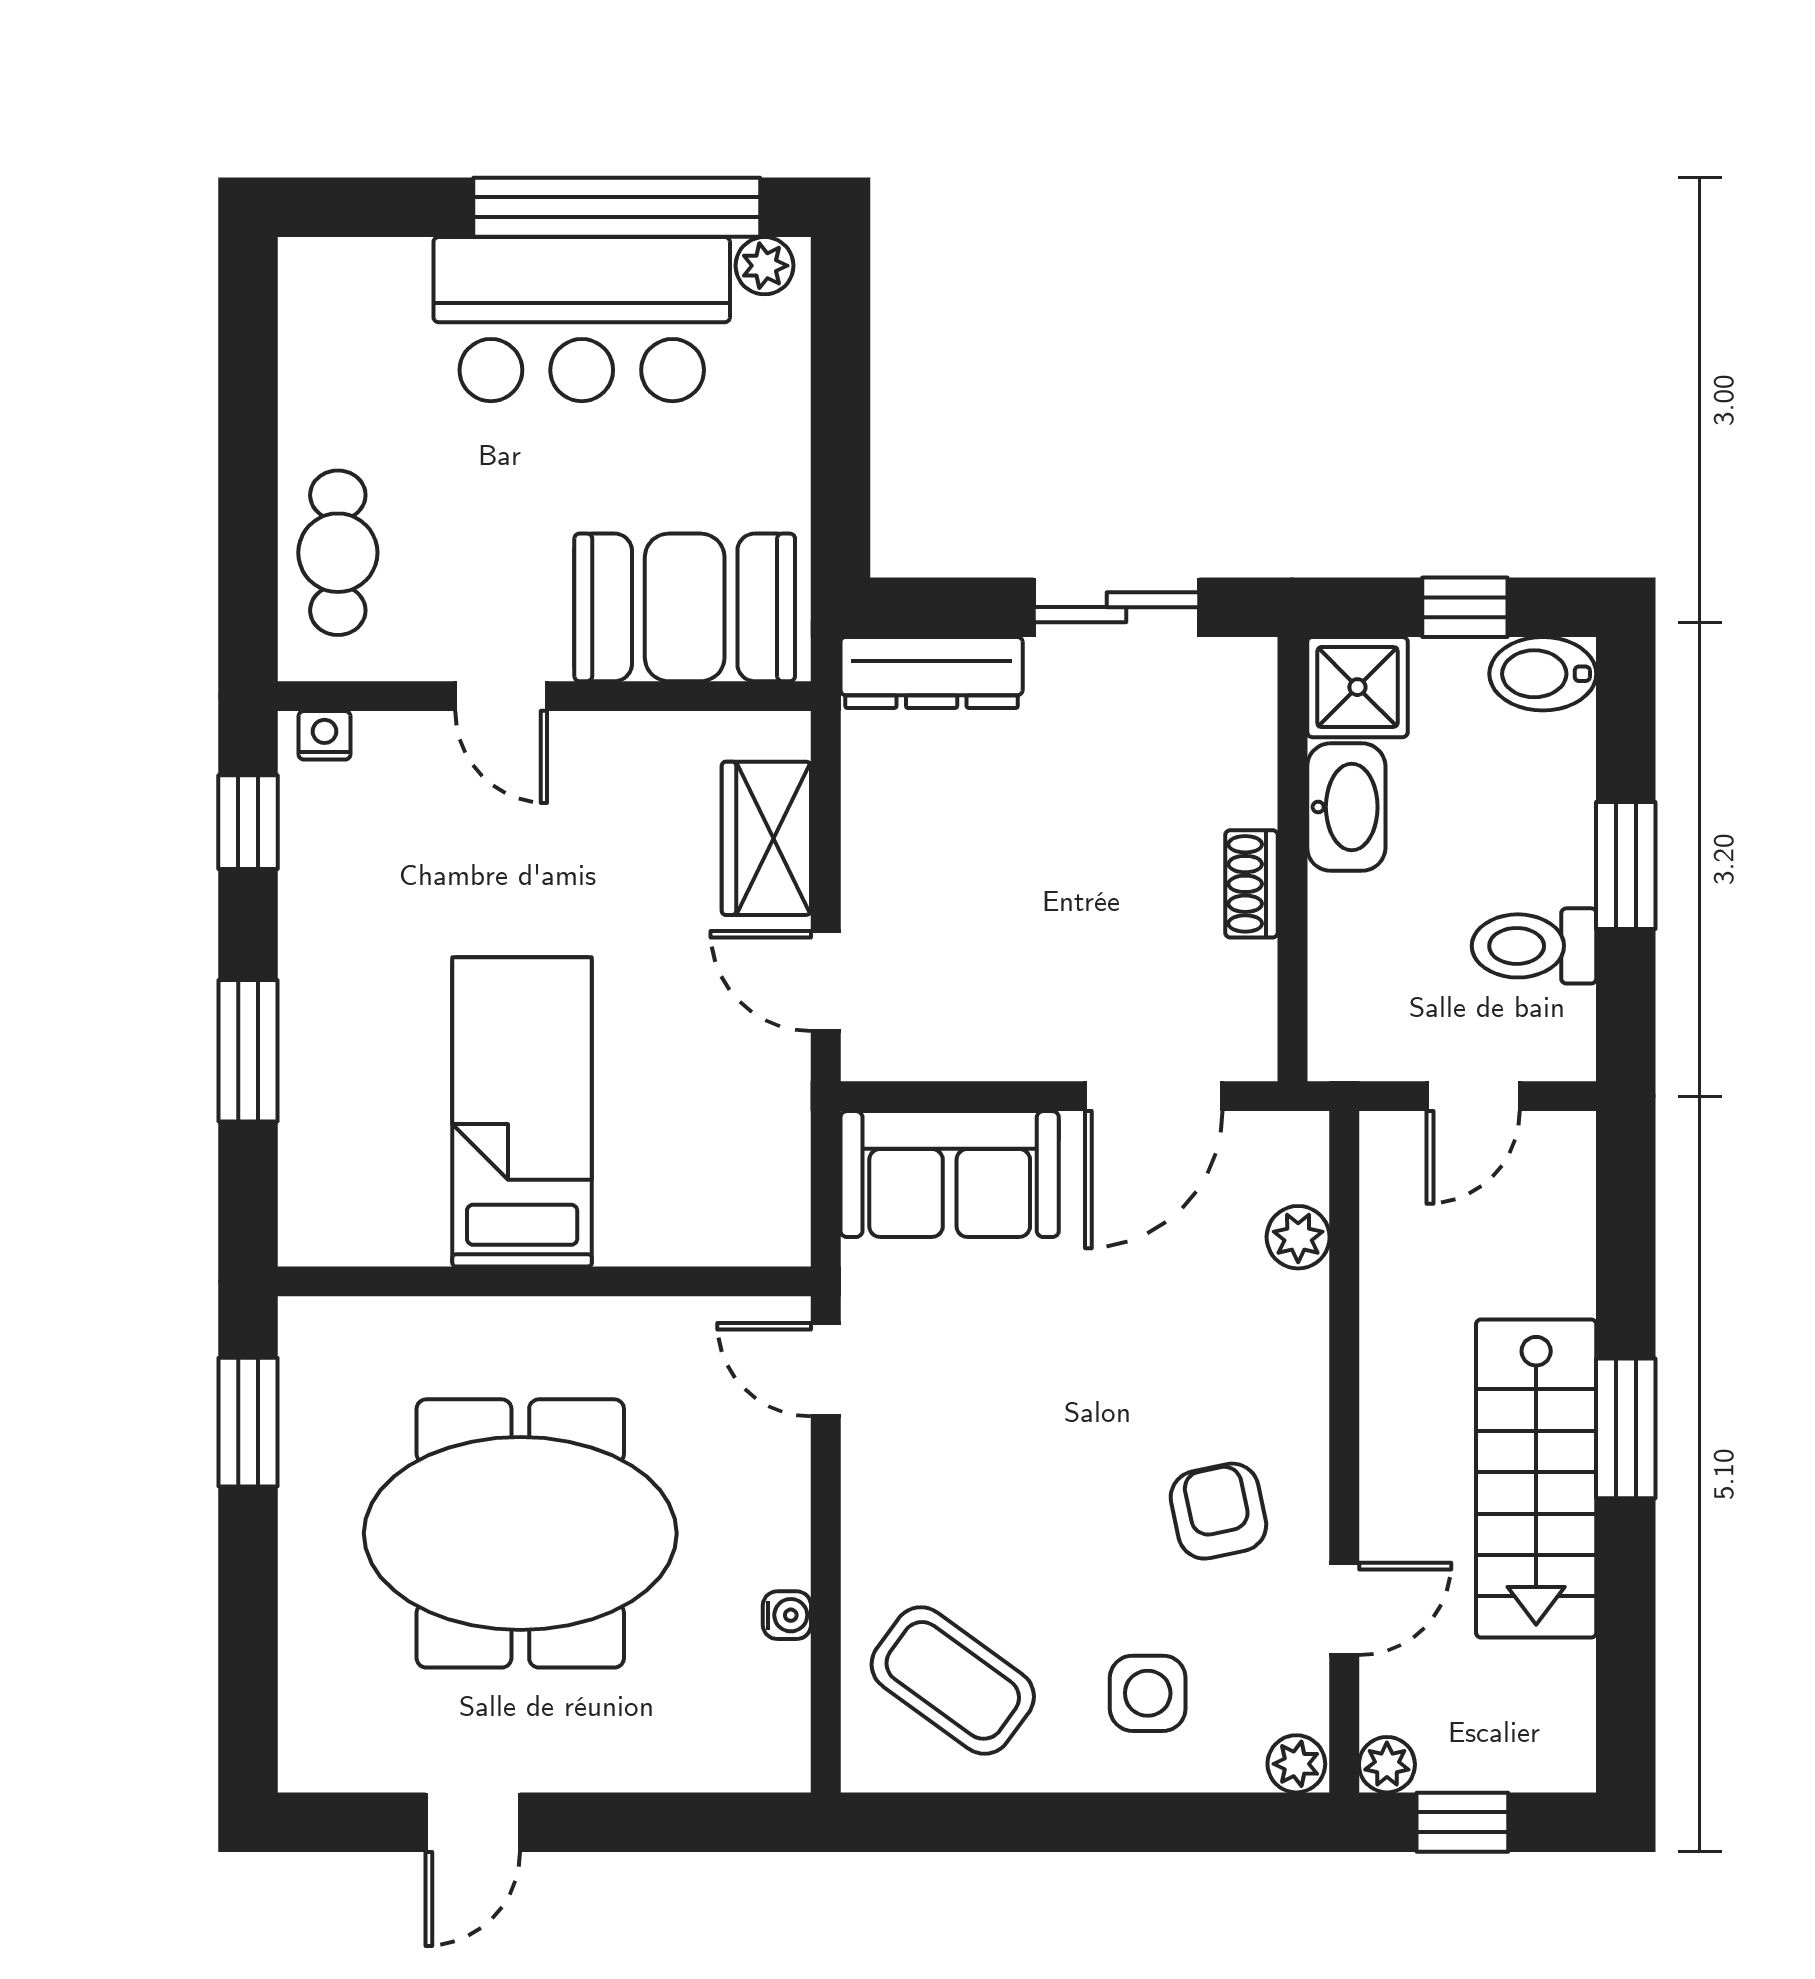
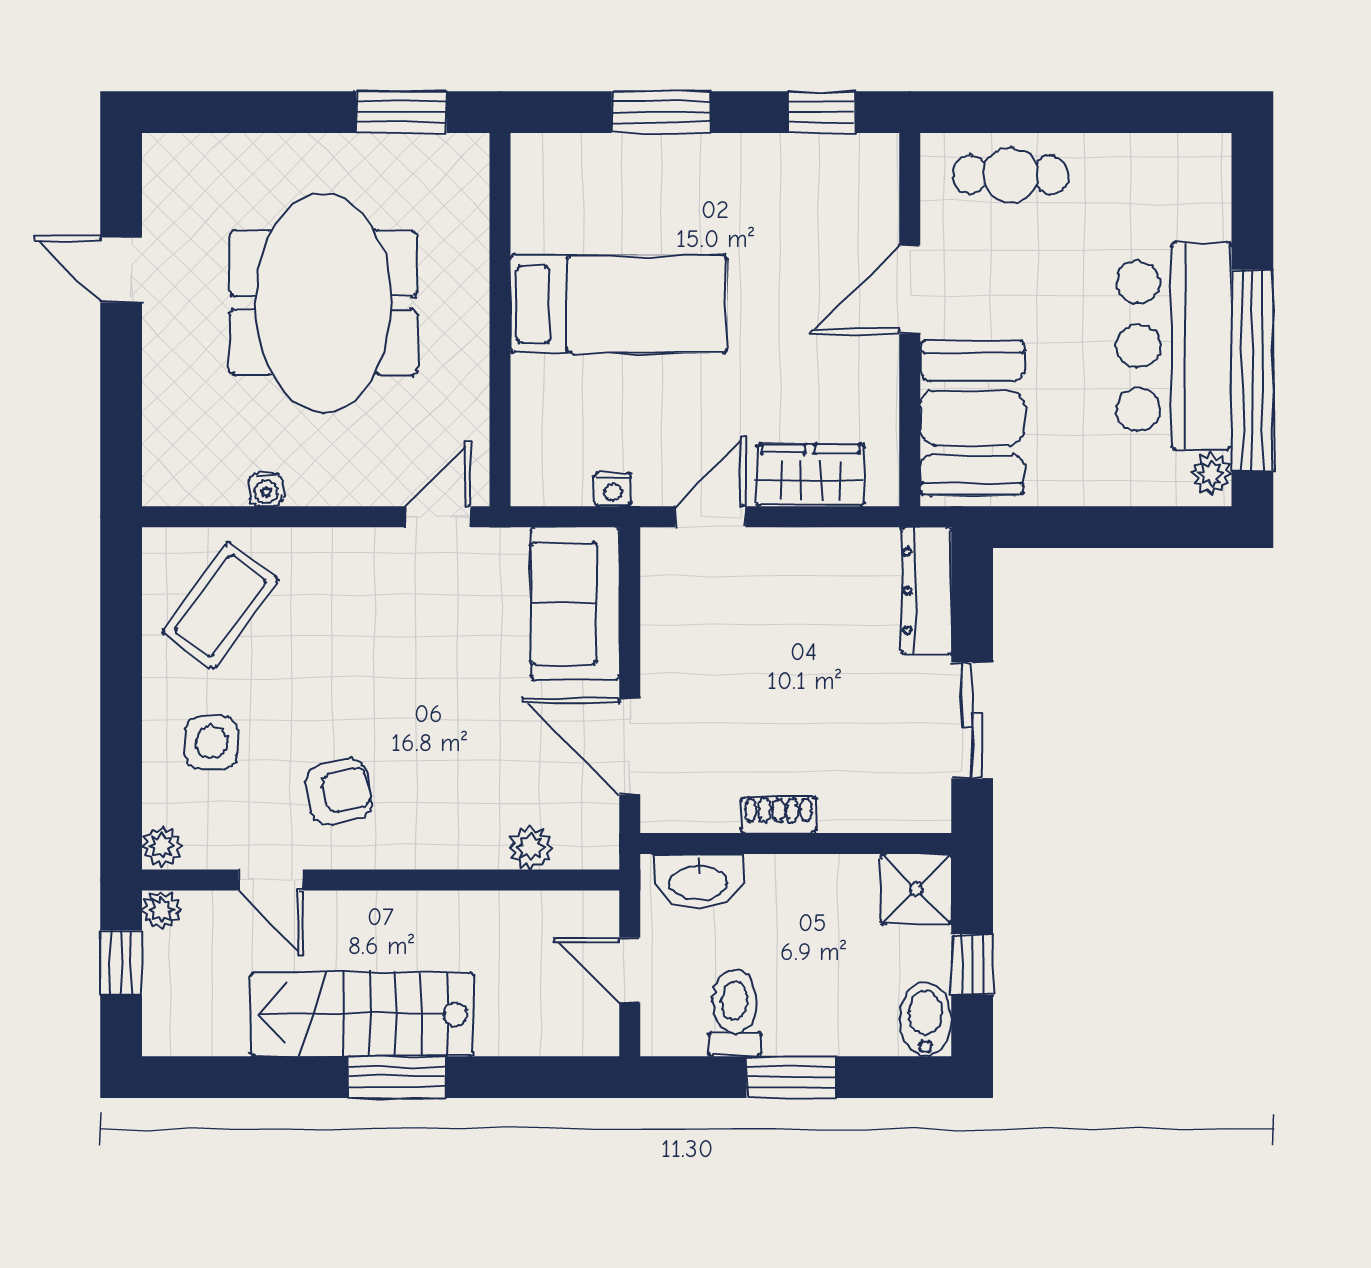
door: (501, 696) -> (910, 289), width x1.38
nightstand: (324, 735) -> (613, 489), moved, turned 90
washbasin: (1346, 807) -> (699, 881), moved

